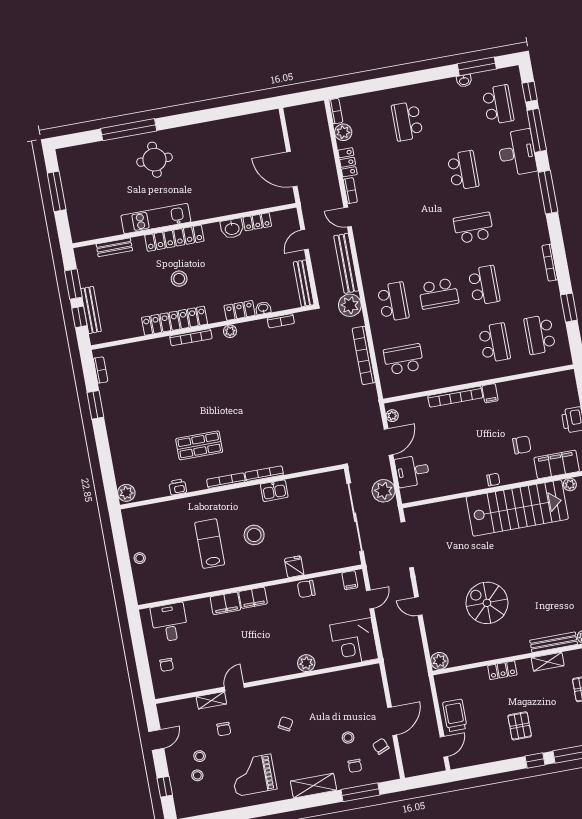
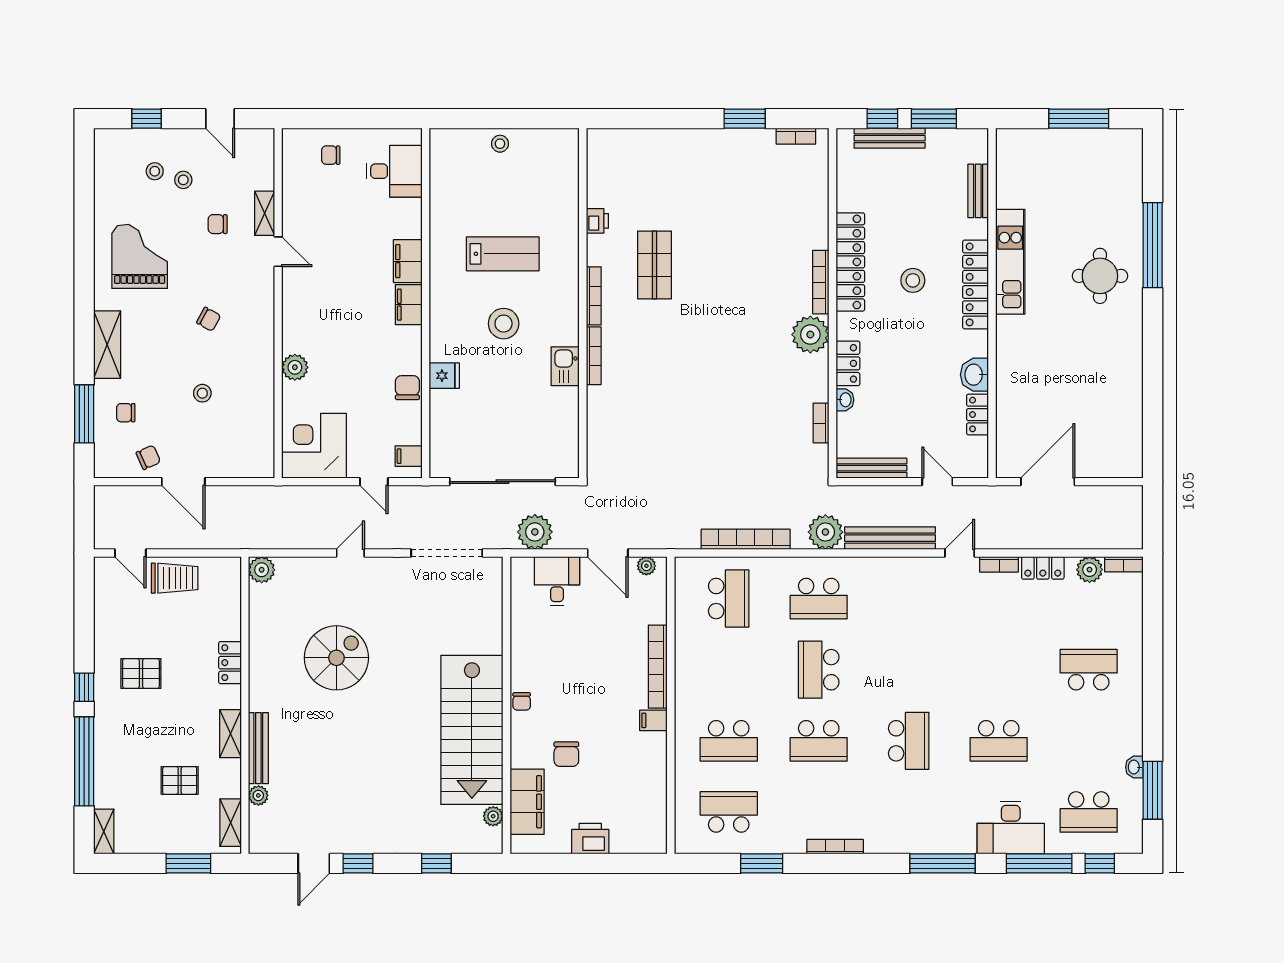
plant: (230, 331) -> (810, 335), width x1.88, depth x1.88
plant: (126, 493) -> (603, 141), removed
stool: (348, 738) -> (202, 393), moved

